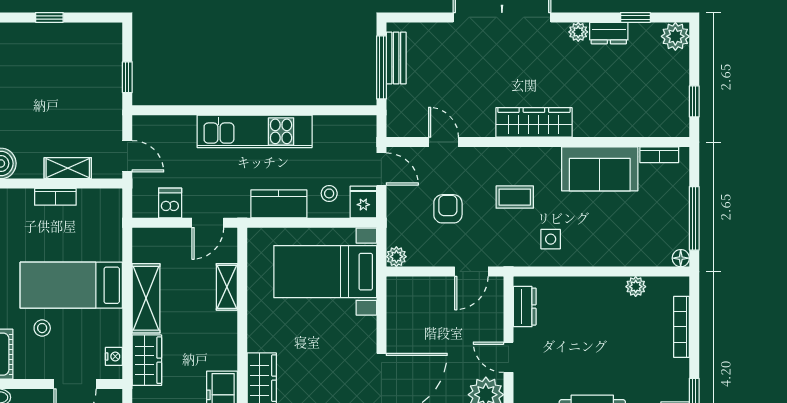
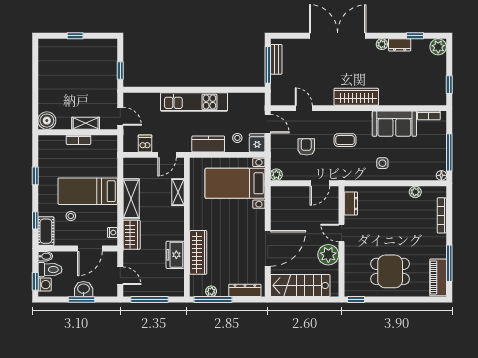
side table: (551, 239) -> (382, 163), moved

